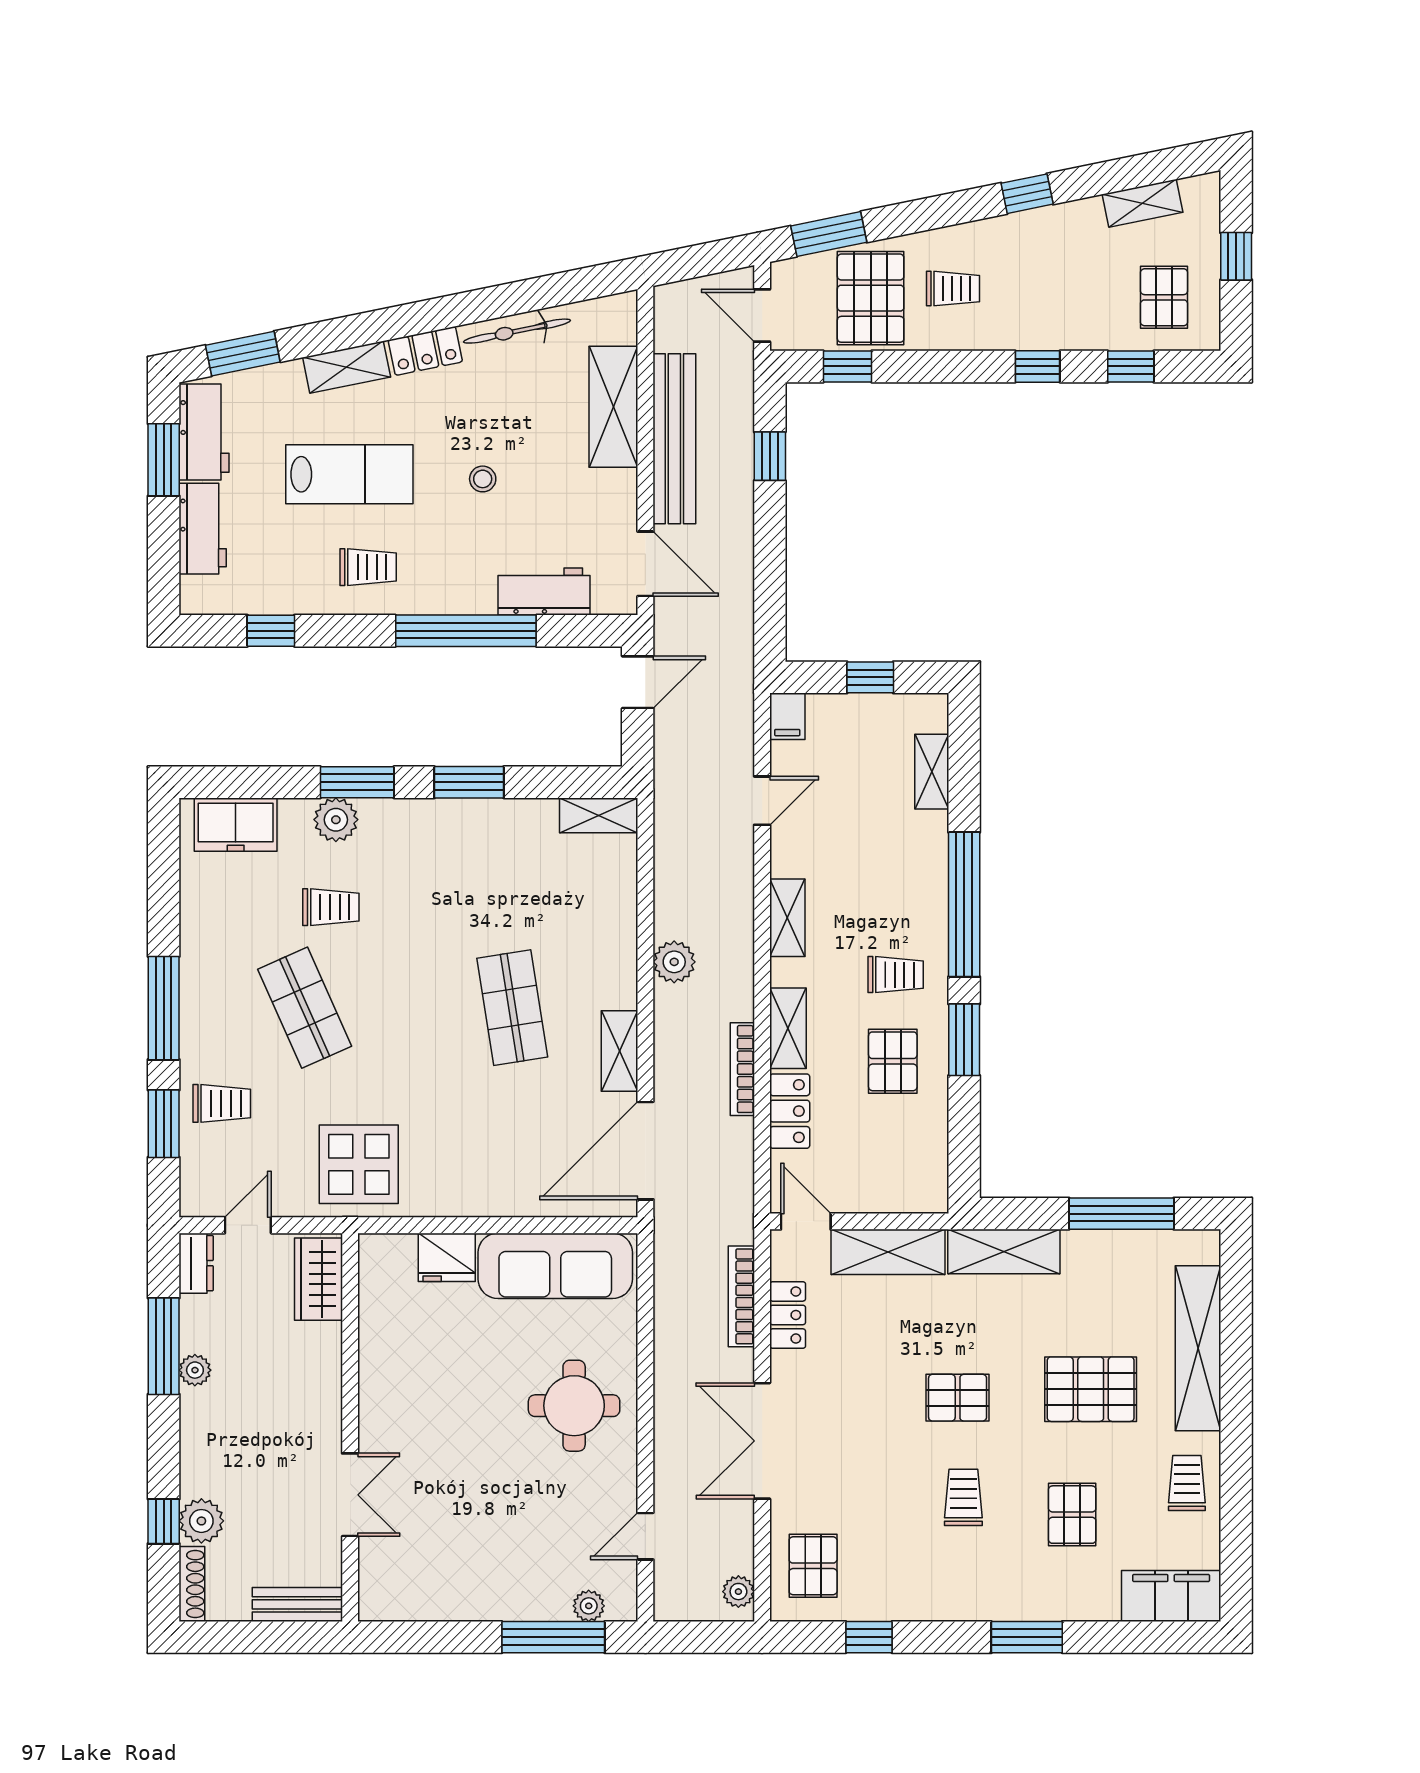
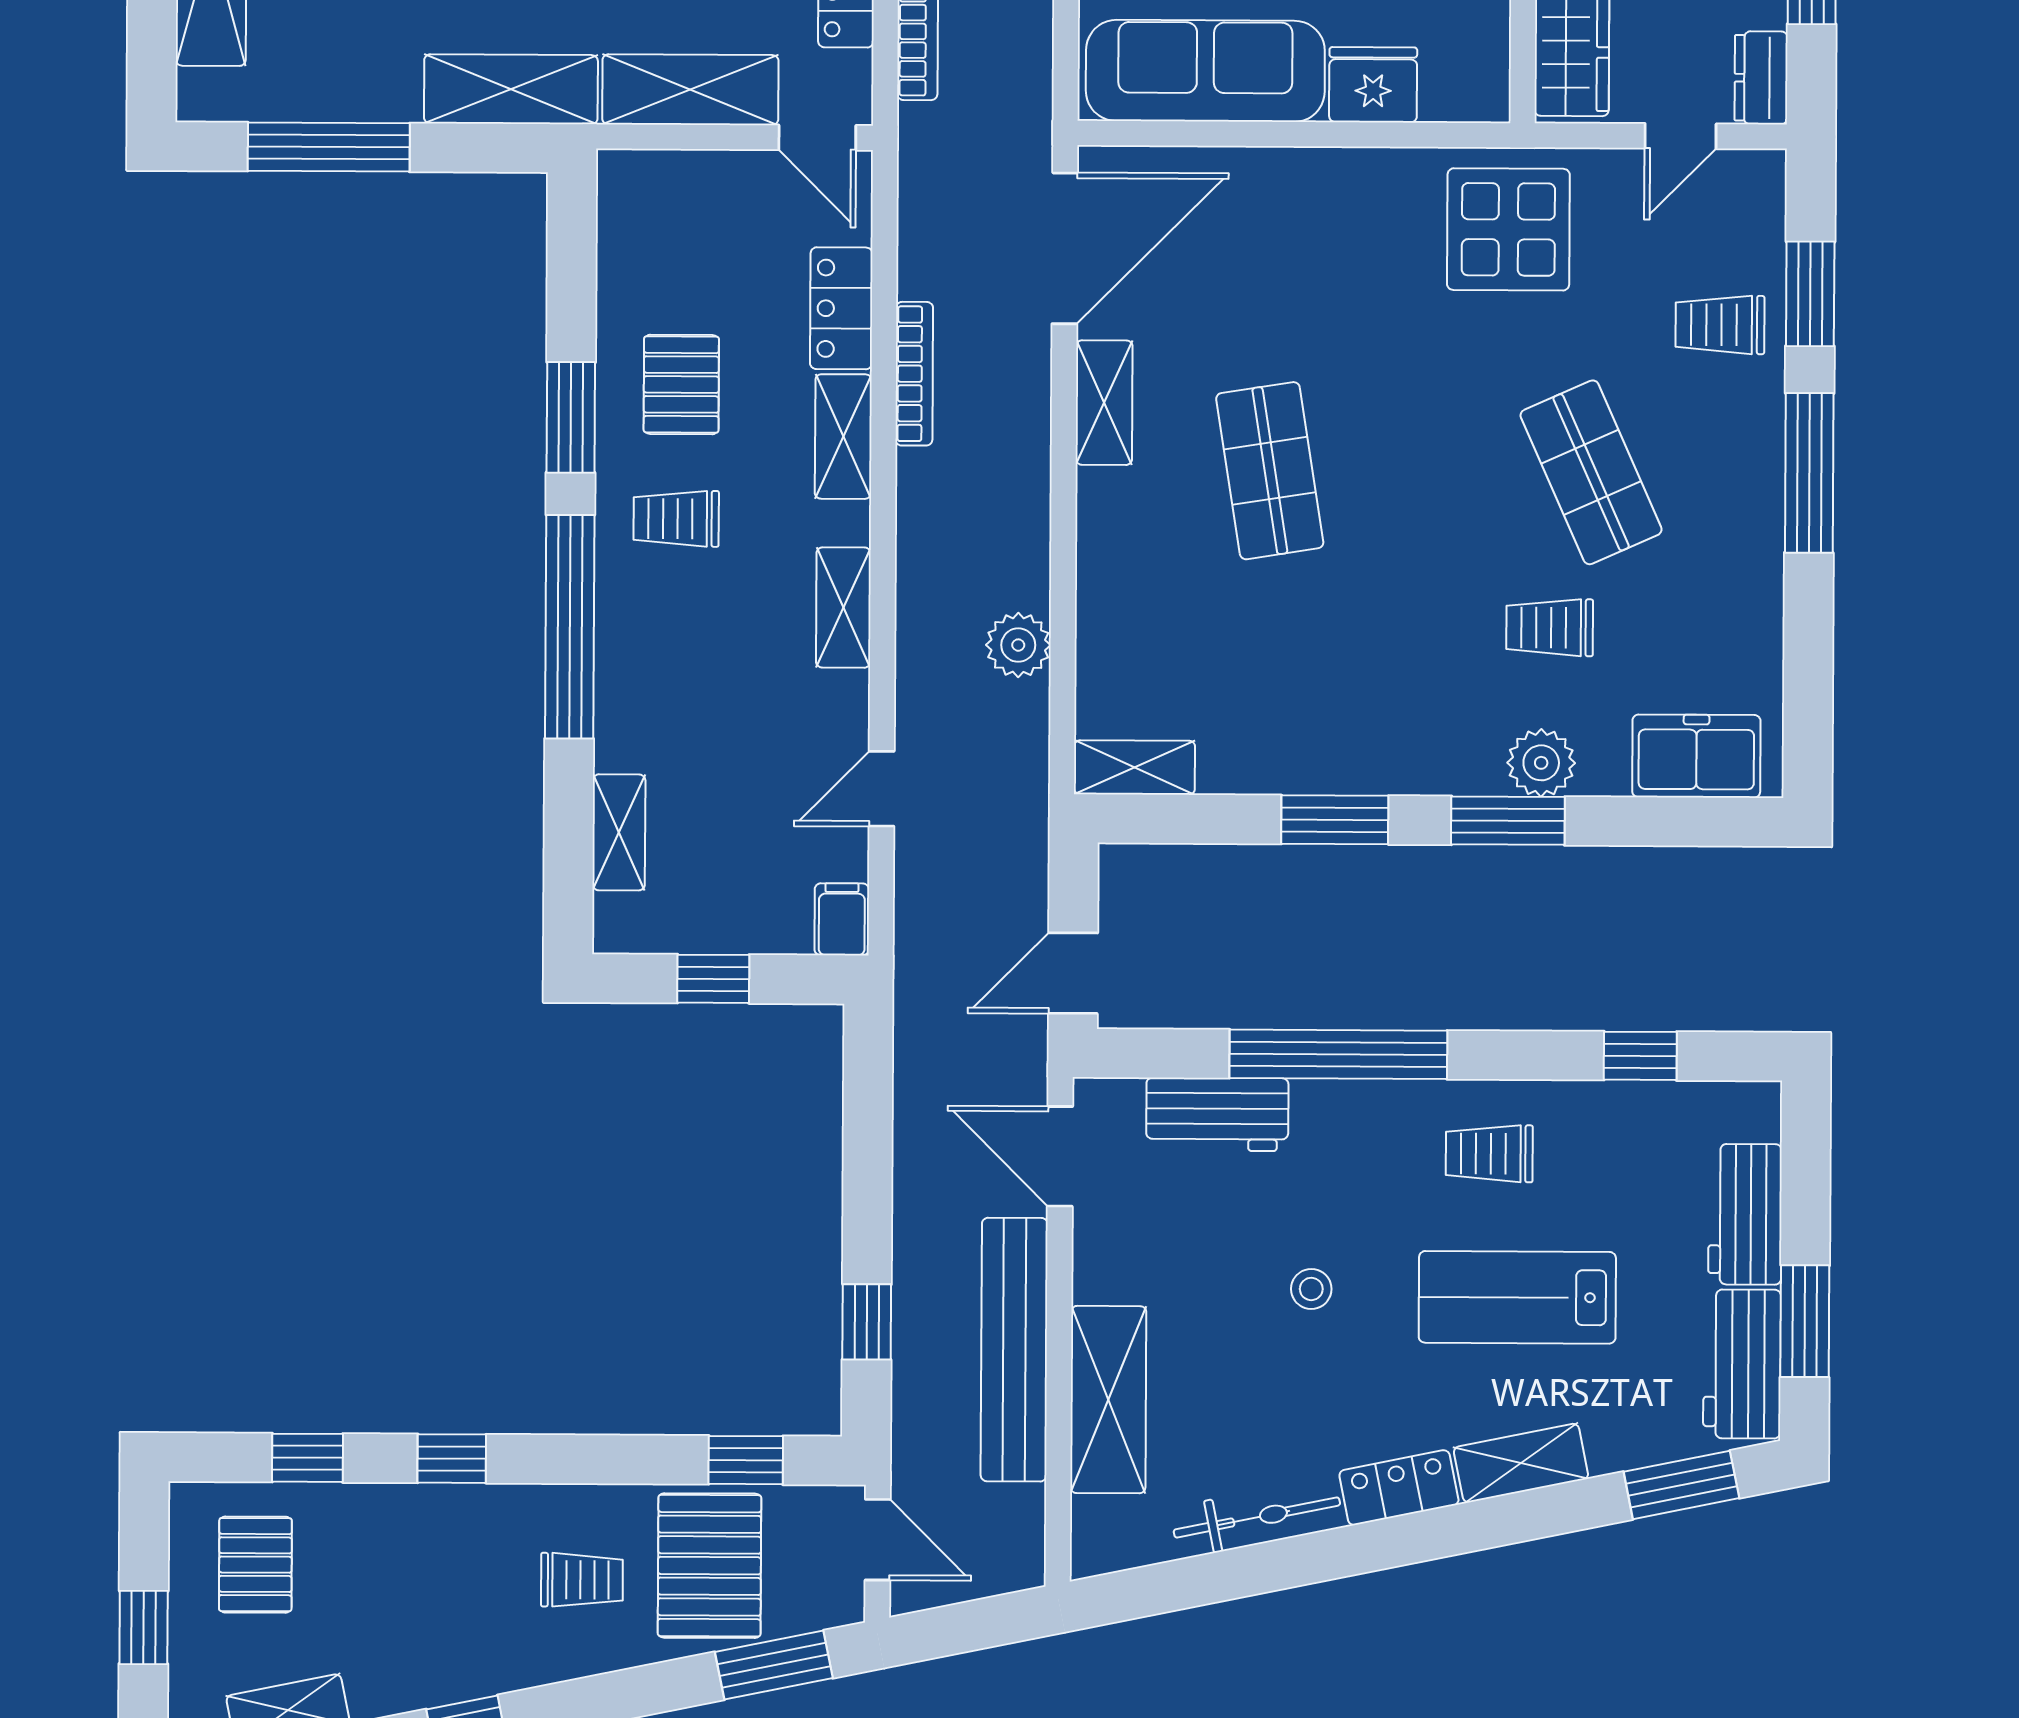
trolley: (953, 289) -> (582, 1580), turned 180
plant: (674, 962) -> (1018, 645), moved

